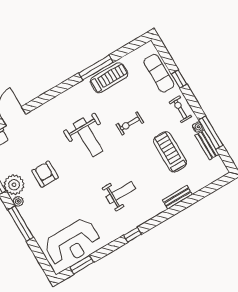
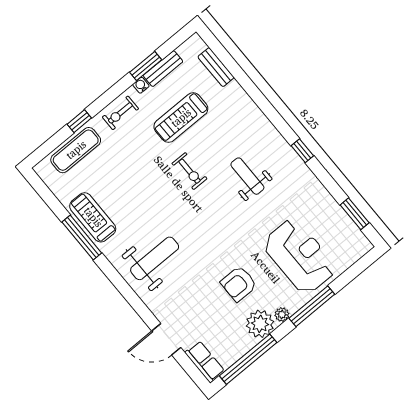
exercise bike: (130, 123) -> (189, 171), moved
window: (211, 133) -> (146, 66), width x0.69
weight bench: (88, 137) -> (155, 258), moved
bench: (177, 197) -> (216, 67), moved
reception desk: (72, 243) -> (299, 256), moved

